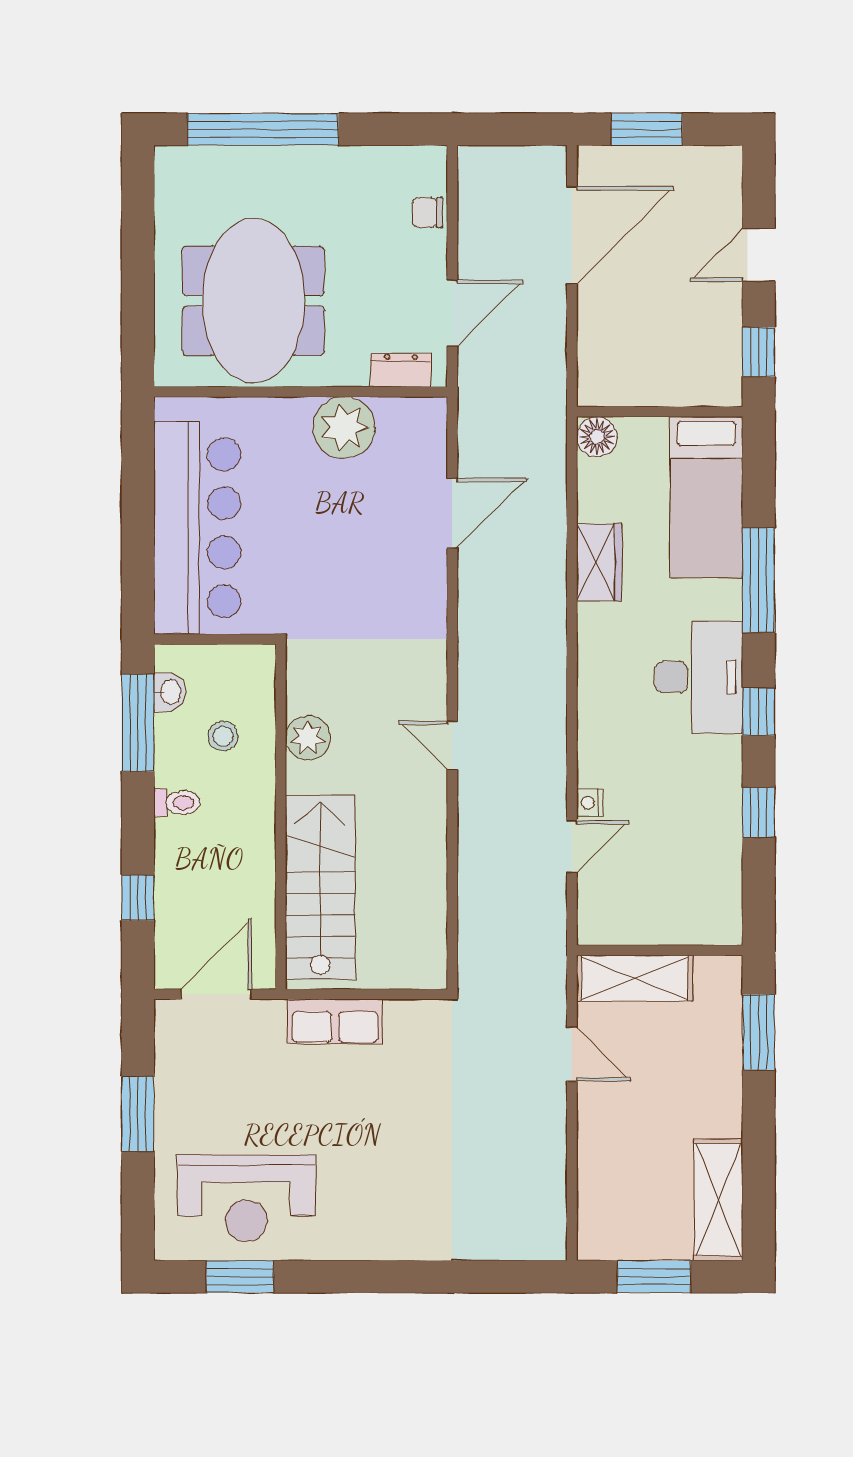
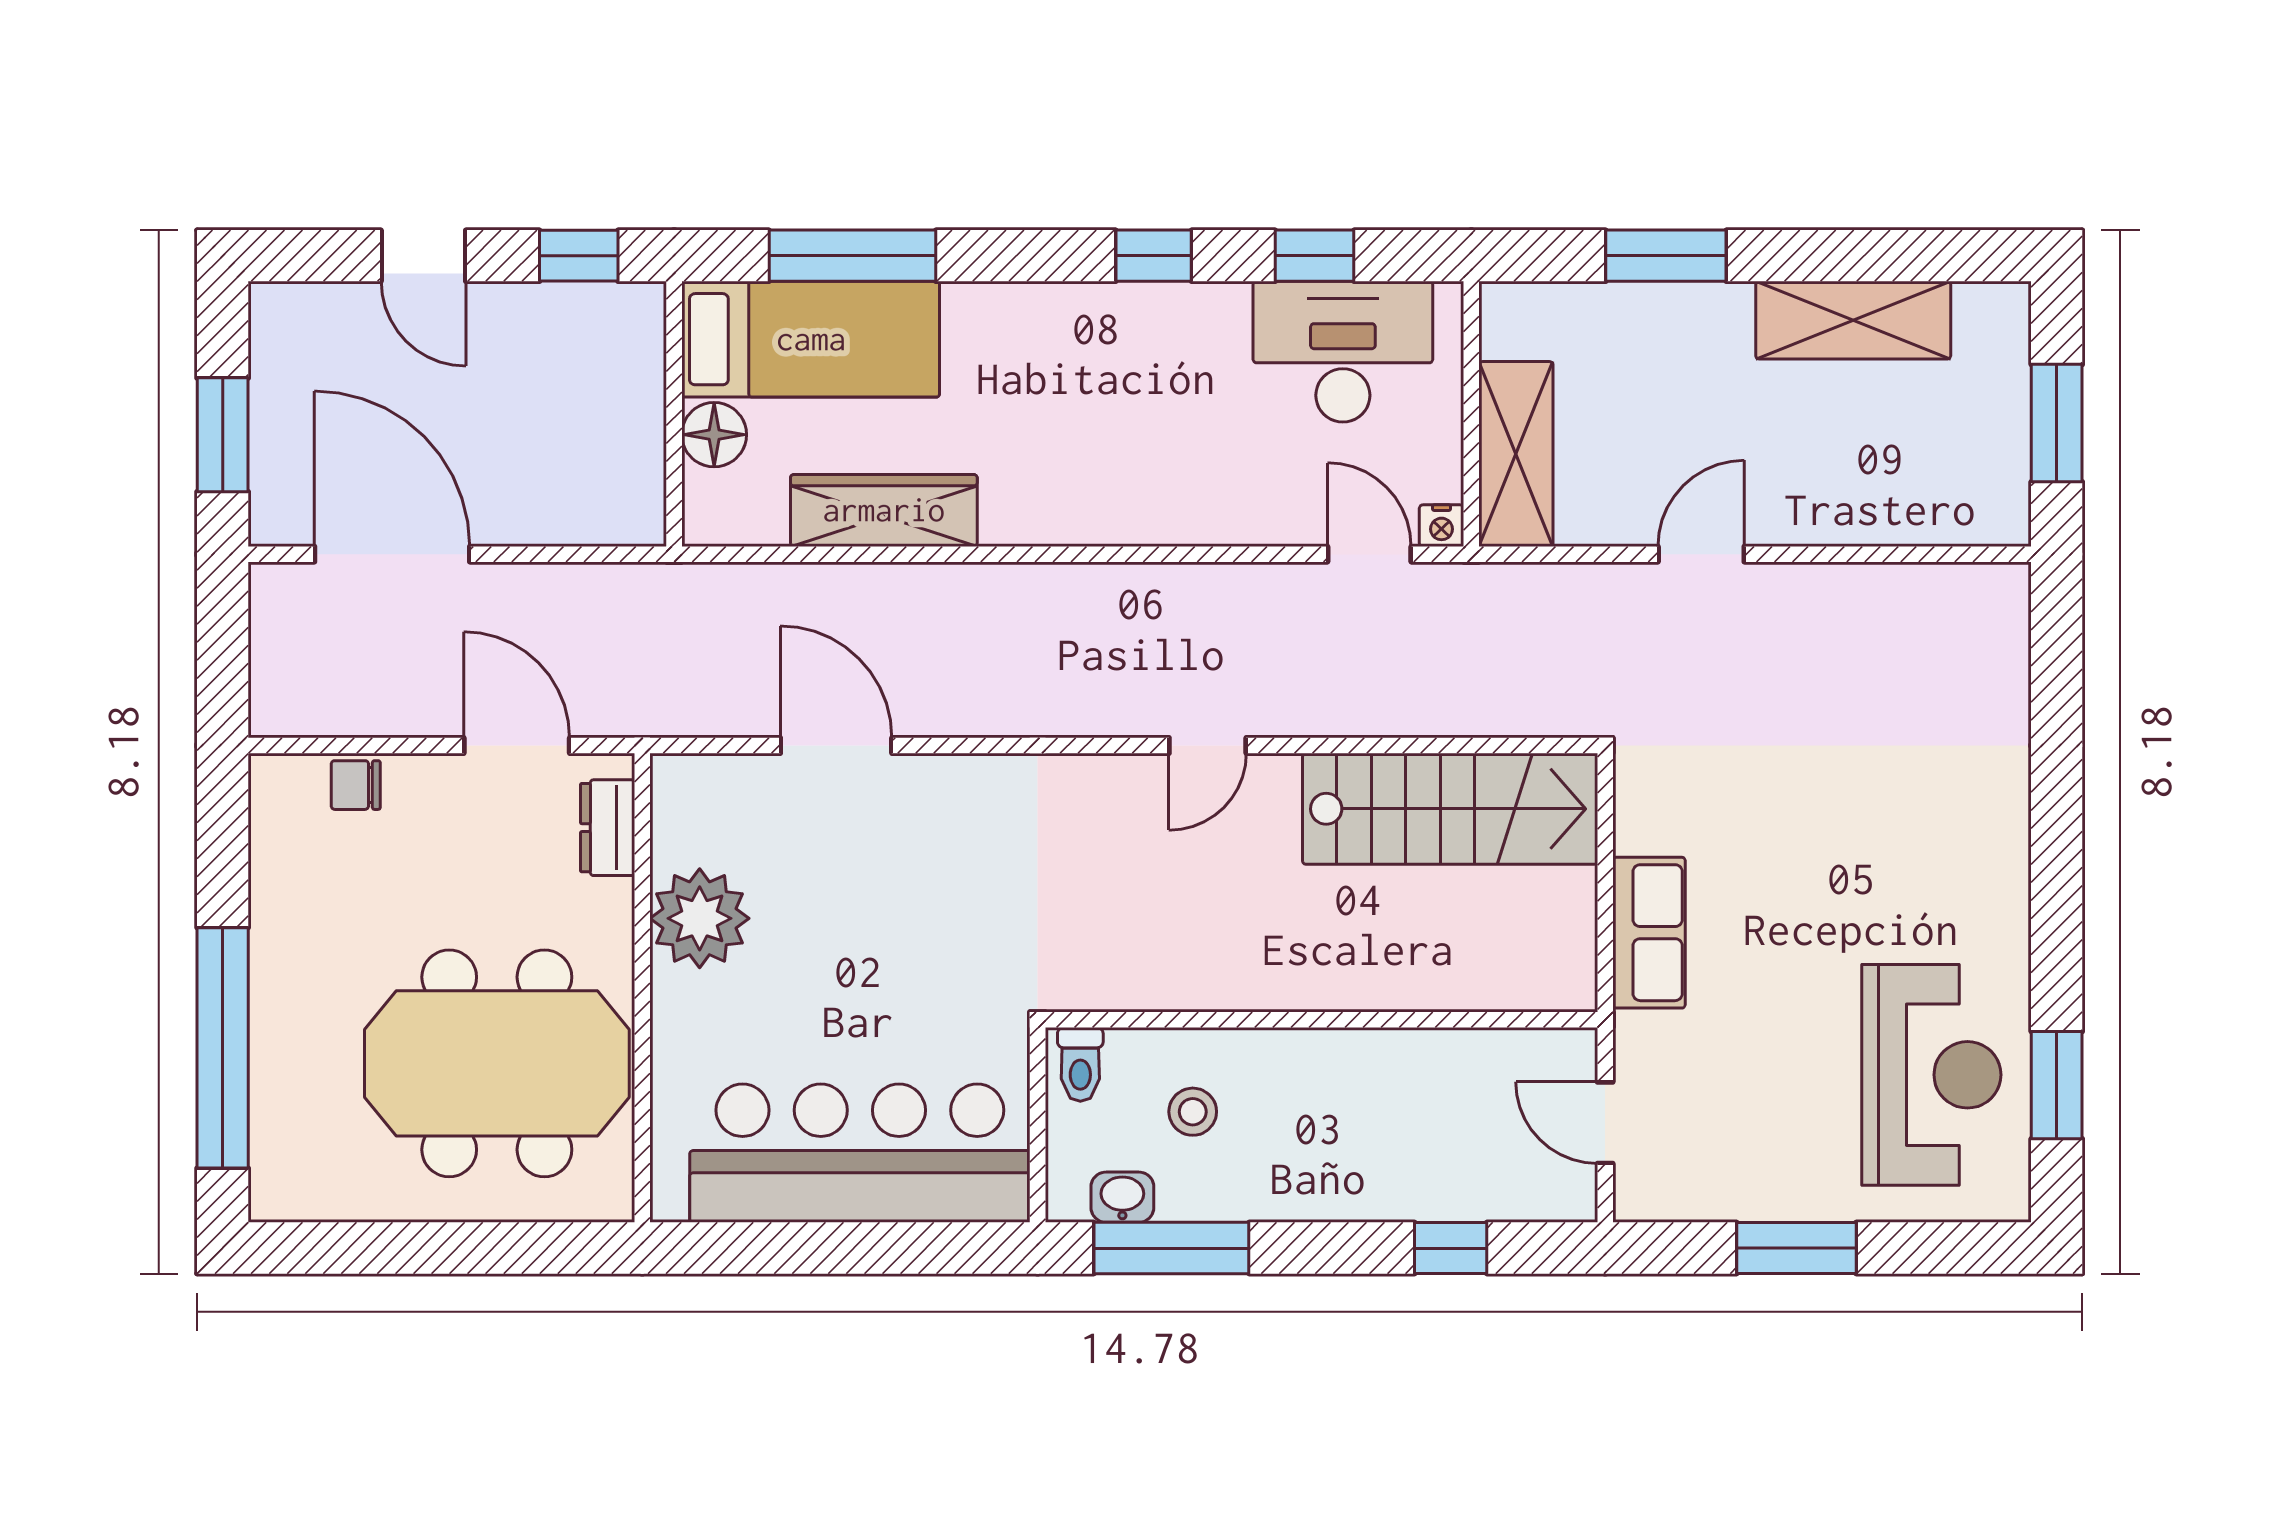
chair: (427, 212) -> (356, 785), turned 90
floor lamp: (597, 437) -> (714, 435), moved
wardrobe: (599, 562) -> (884, 510), width x1.50
window: (759, 580) -> (852, 256), moved
desk: (699, 677) -> (1343, 352), moved
plant: (308, 738) -> (1196, 976), removed
toilet: (177, 803) -> (1080, 1064), moved, turned 180
nightstand: (590, 803) -> (1441, 526), moved
stairs: (320, 887) -> (1450, 809), moved, turned 180
wall: (660, 950) -> (1471, 414), moved
shelving: (635, 978) -> (1516, 454), moved
door: (216, 994) -> (1605, 1123), width x0.73
shelving: (718, 1200) -> (1853, 320), moved

